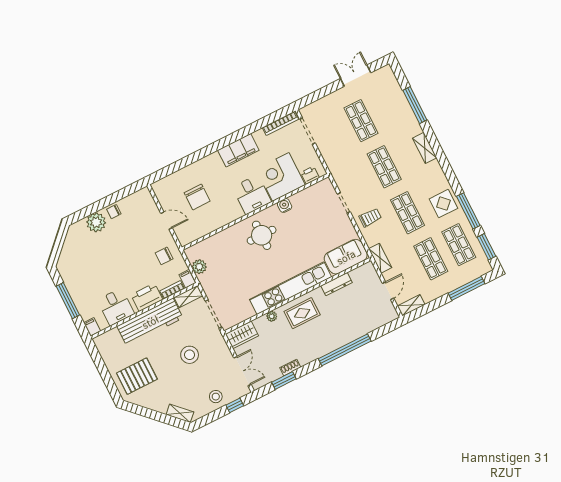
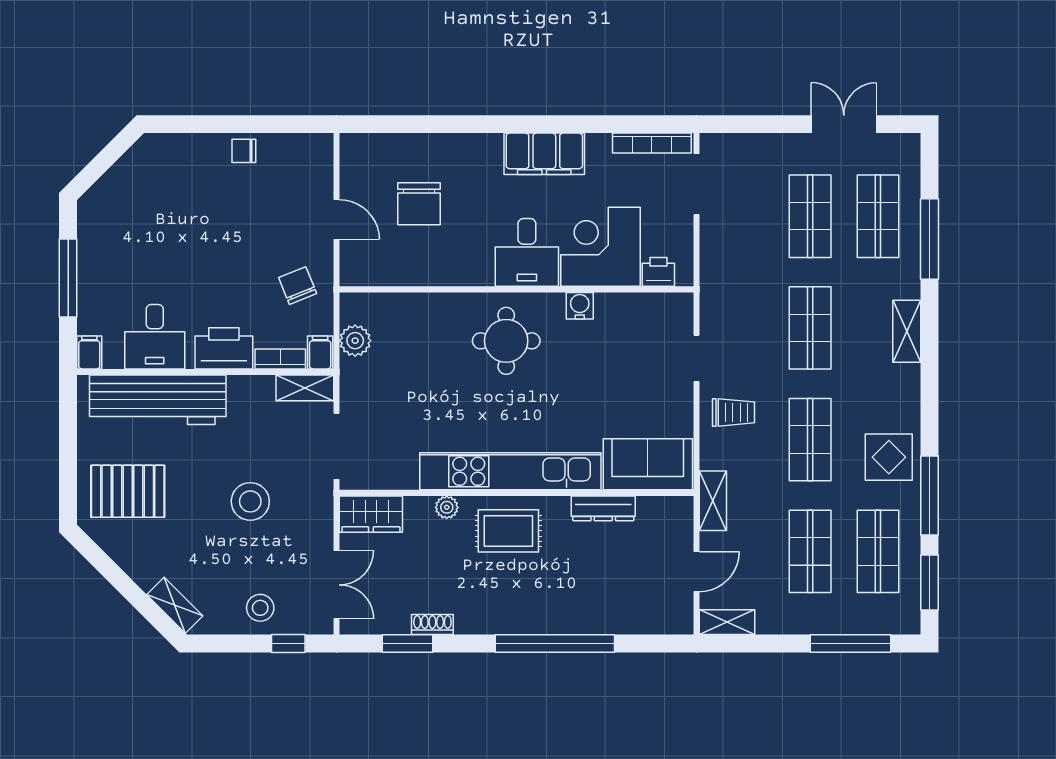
shop shelf: (389, 107) -> (878, 216), added
plant: (96, 222) -> (199, 154), removed
chair: (164, 256) -> (298, 286), turned 68
workbench: (150, 322) -> (158, 400), moved

